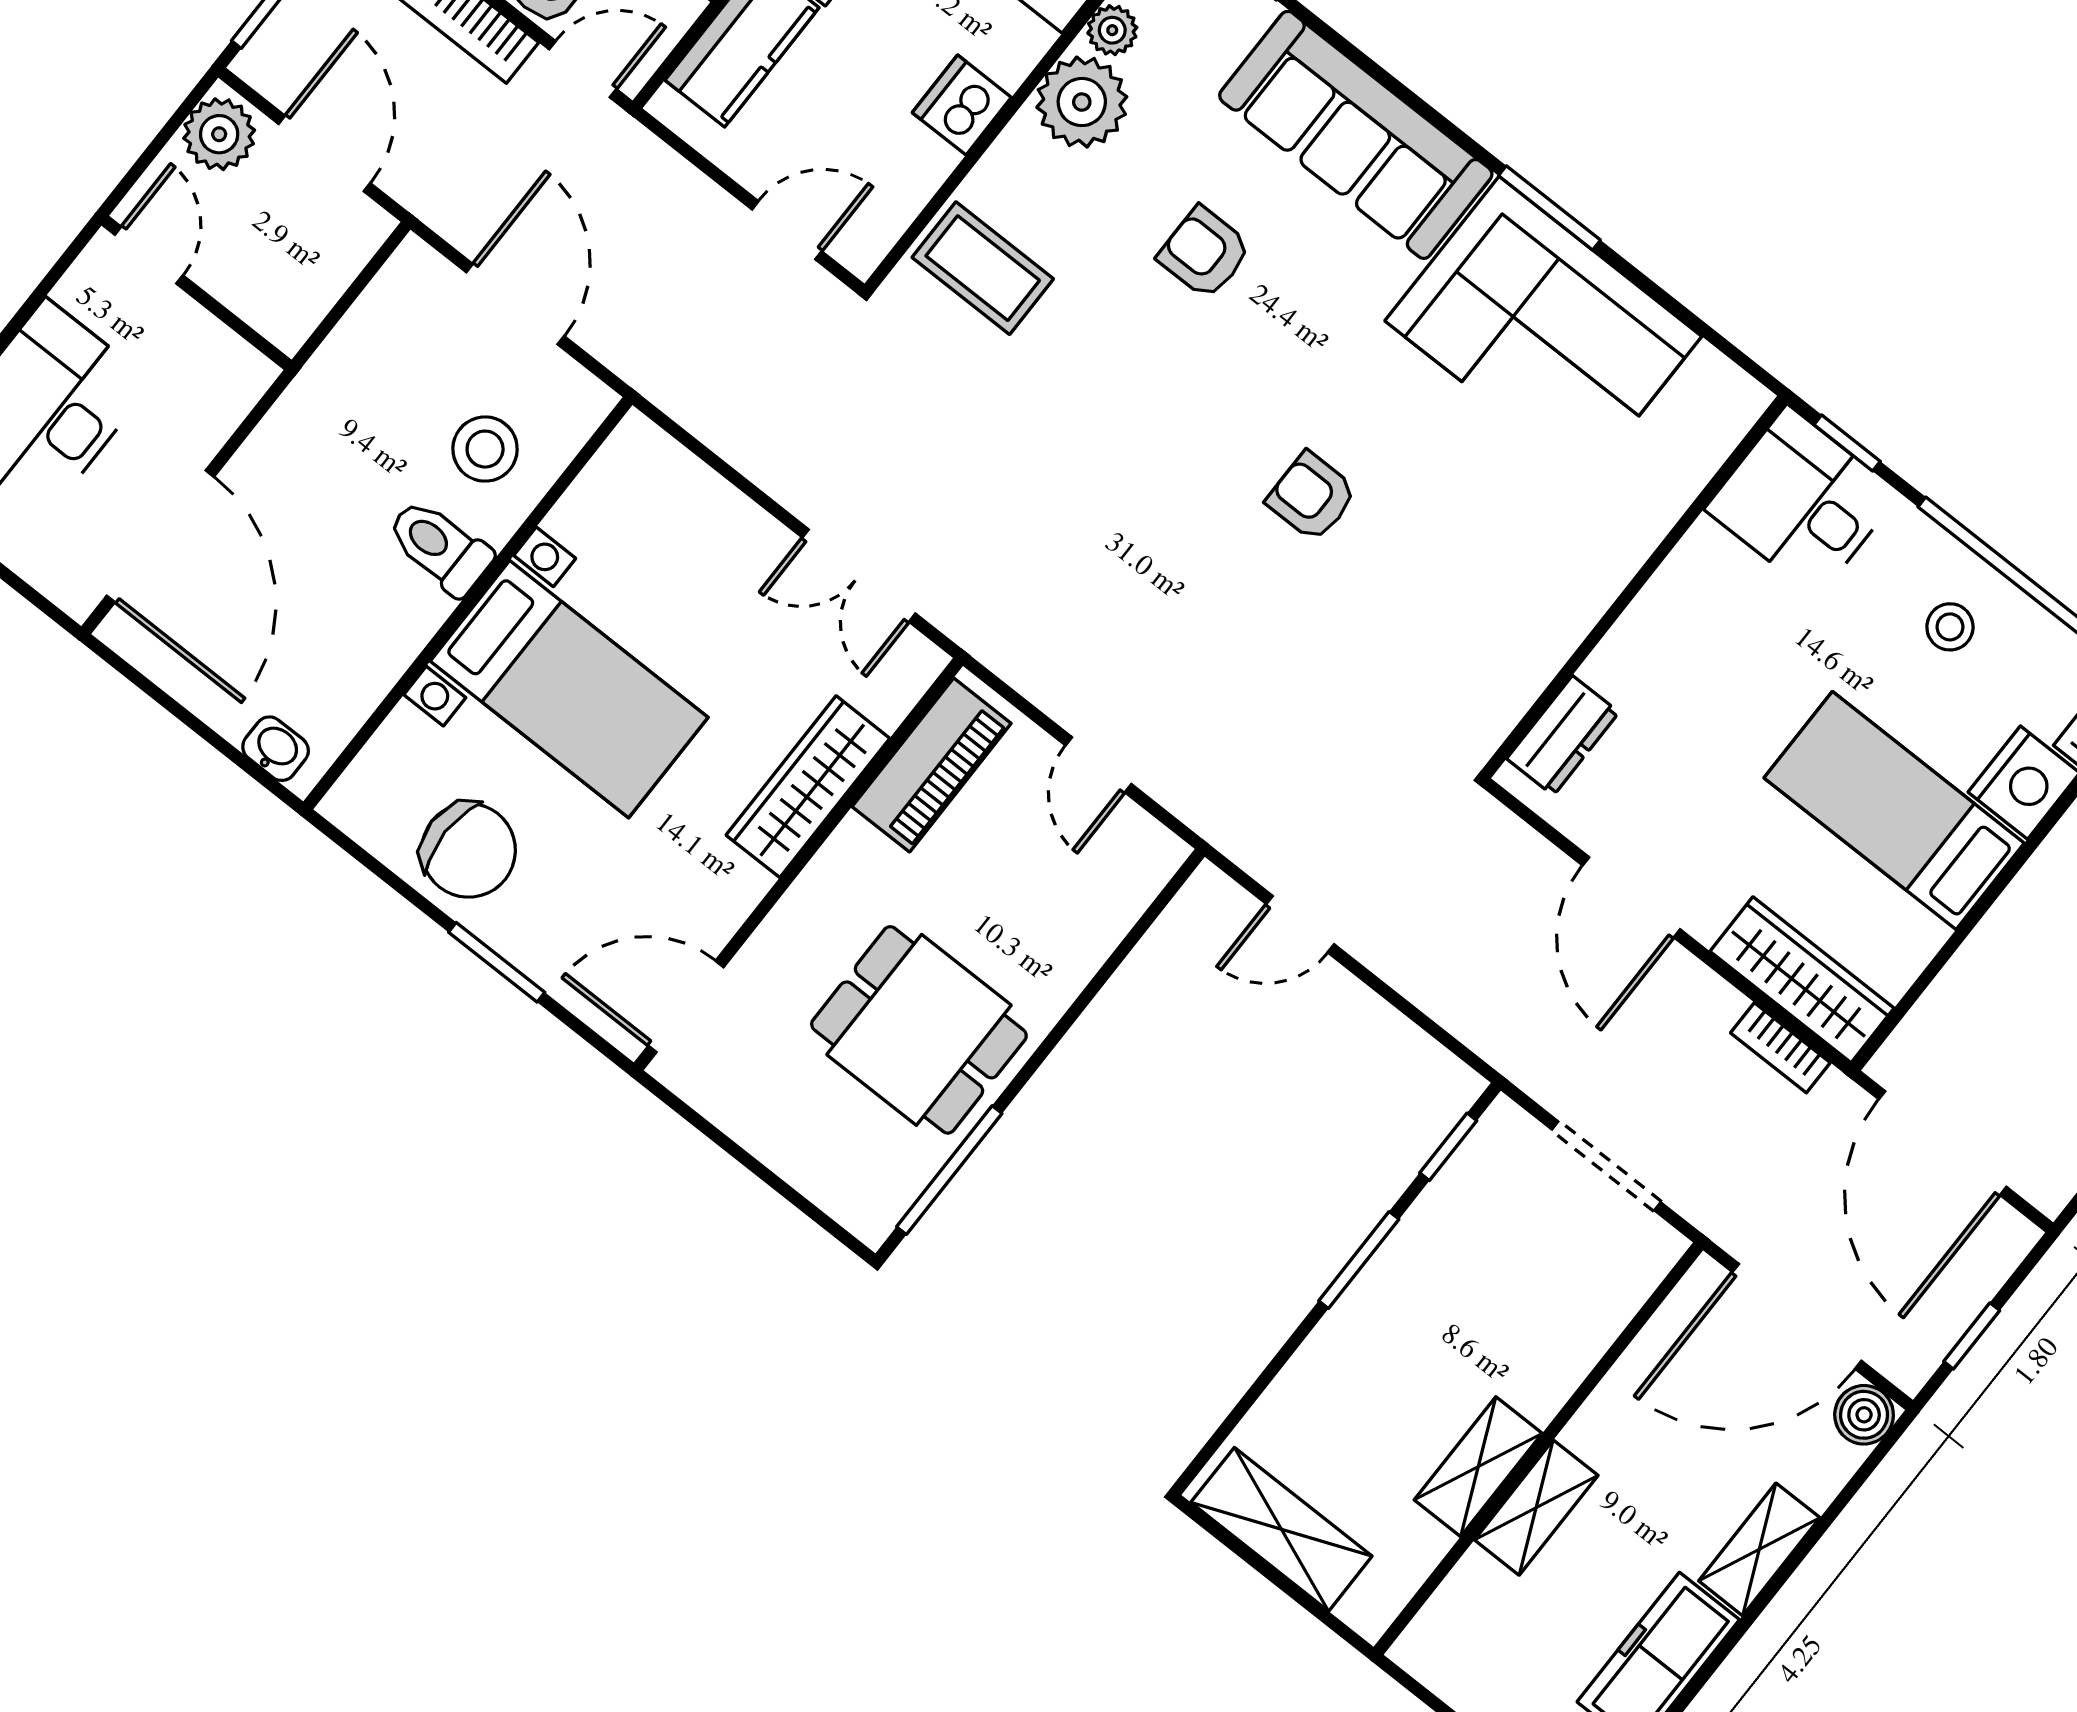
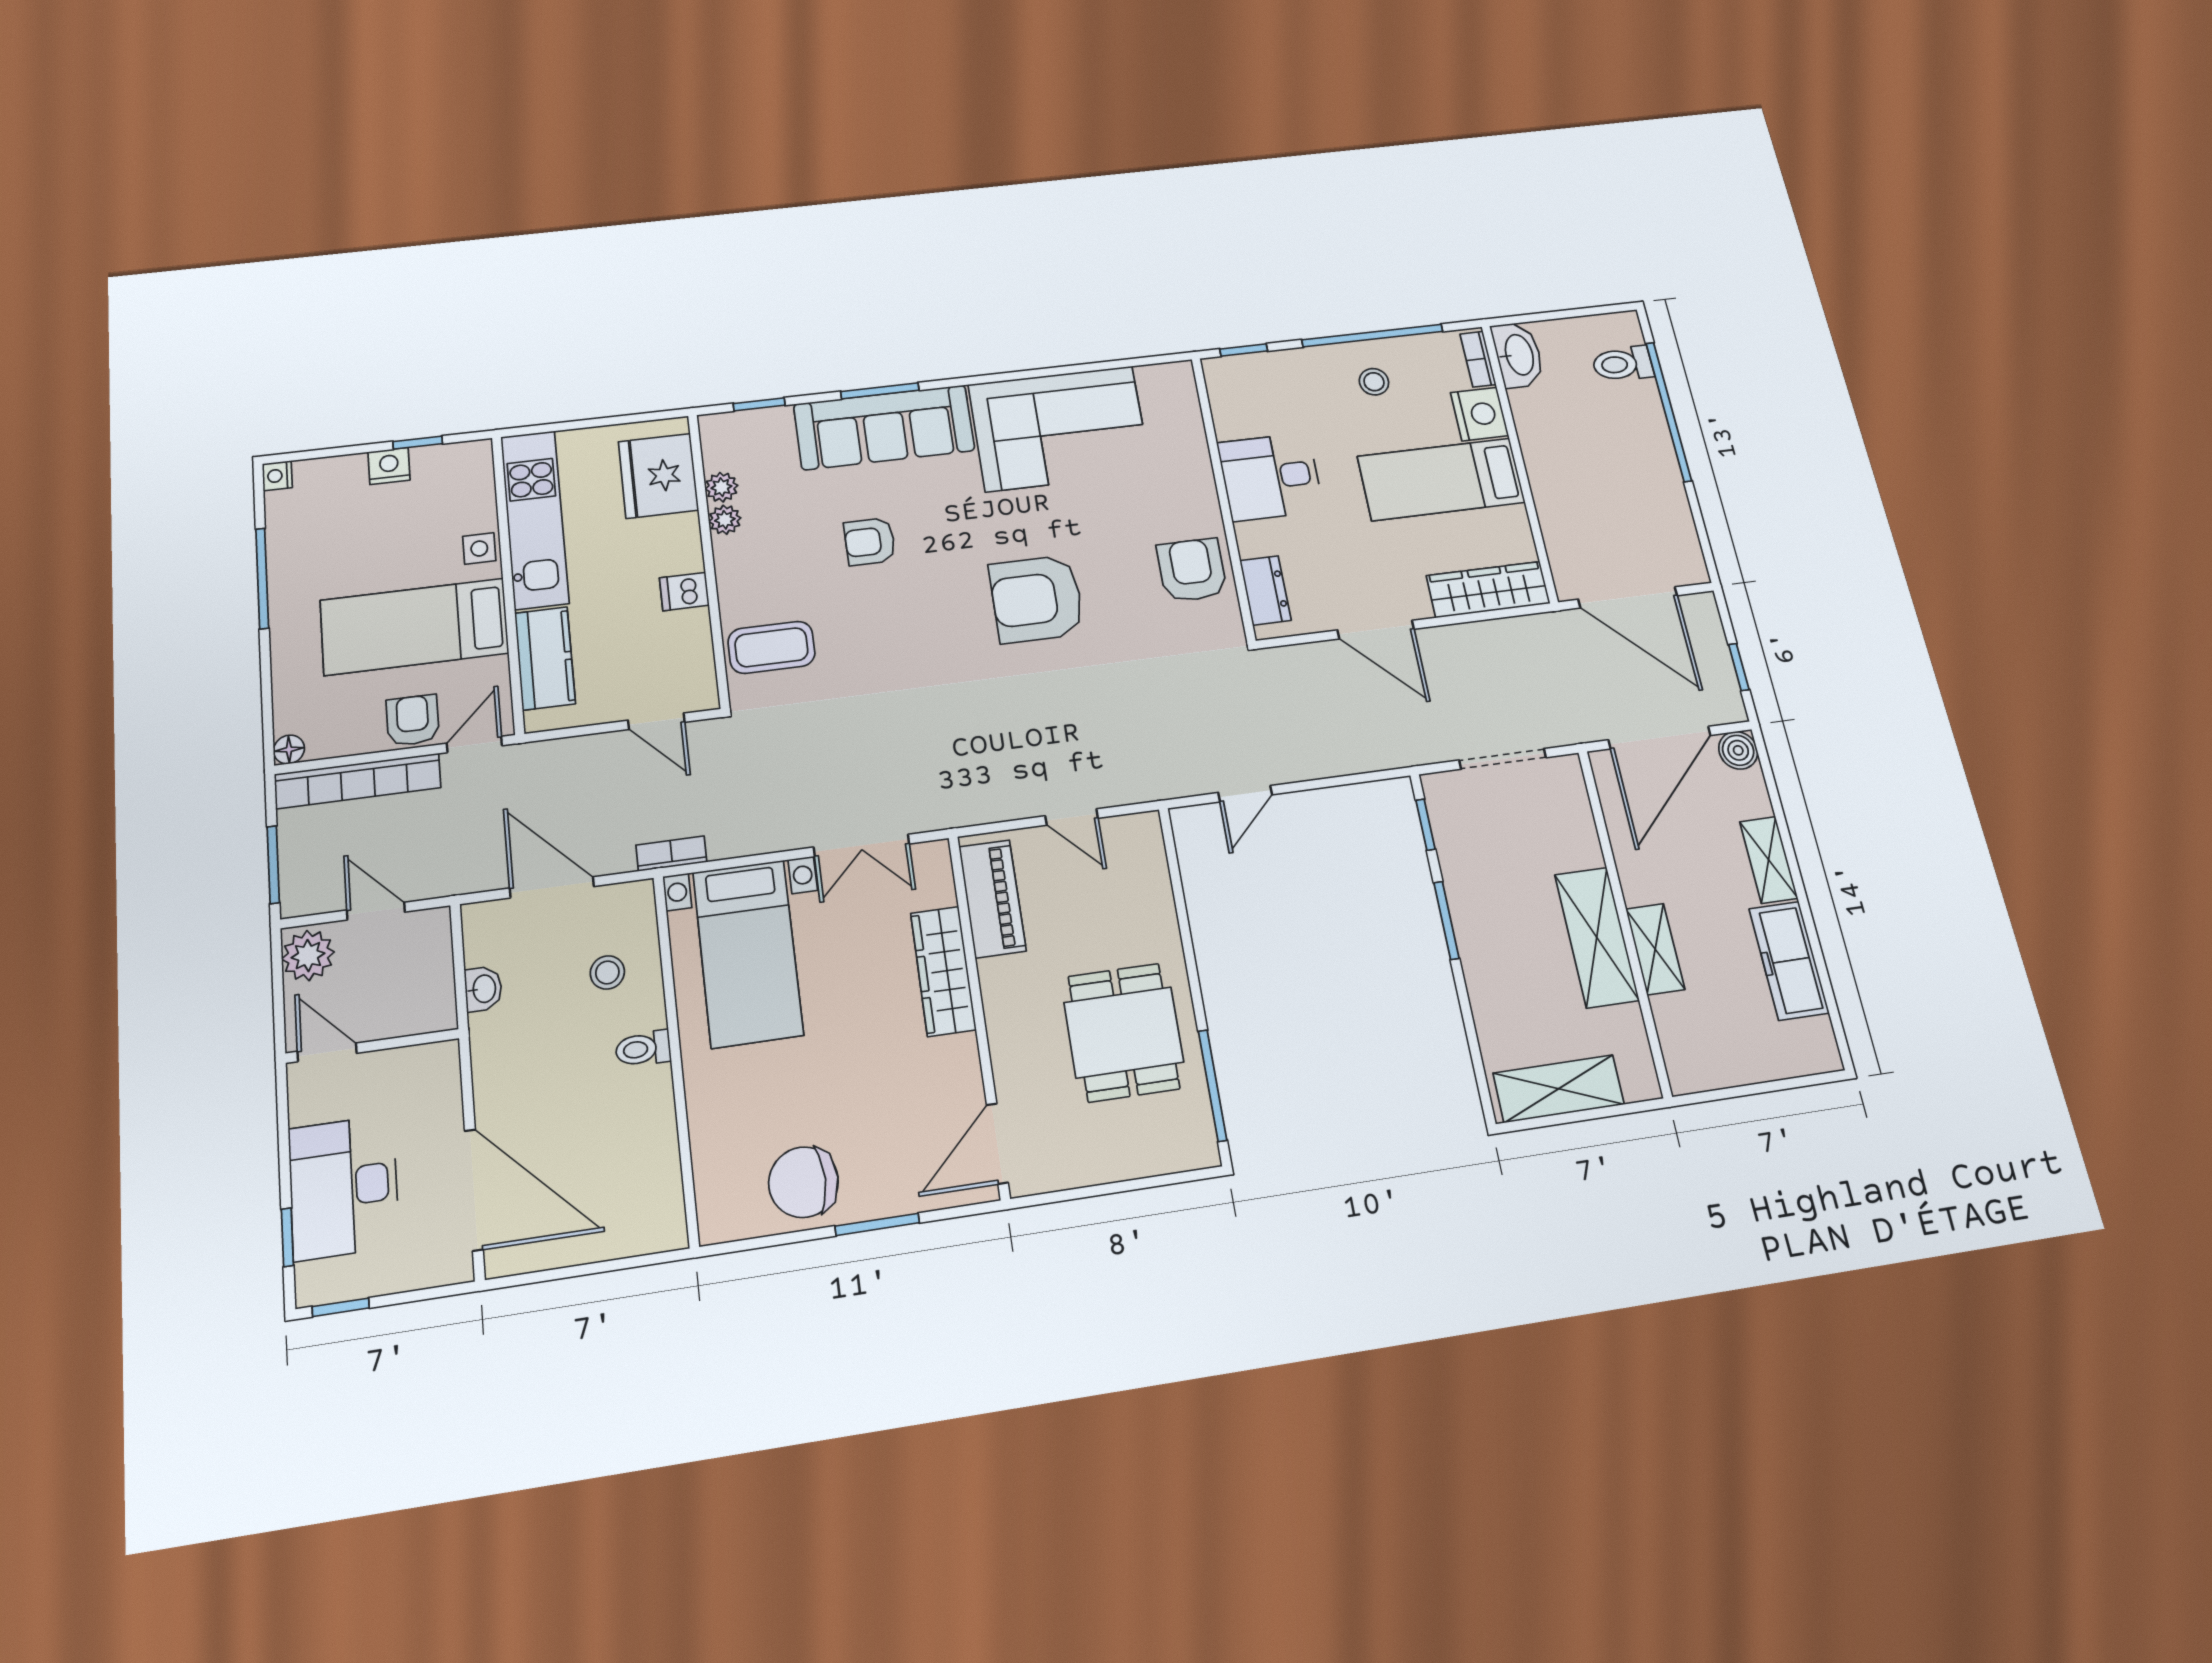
plant: (1082, 102) -> (725, 520), width x0.53, depth x0.53
dishwasher: (962, 105) -> (684, 592), width x0.73
door: (324, 153) -> (376, 911), width x0.73
window: (1549, 208) -> (880, 391), moved
door: (787, 230) -> (656, 721), swing flipped
stool: (485, 449) -> (607, 972), width x0.73, depth x0.73
armchair: (1312, 497) -> (1037, 599), width x1.88, depth x1.88
desk: (1802, 501) -> (1270, 477), moved
toilet: (440, 547) -> (643, 1049), width x0.73, depth x0.72
armchair: (1510, 633) -> (1192, 570), added
bed with nightstands: (569, 689) -> (748, 953), moved, turned 90
washbasin: (276, 749) -> (483, 989), moved, turned 90
chair: (469, 850) -> (803, 1182), turned 180
dining table: (919, 1030) -> (1124, 1032), turned 90
bookcase: (1780, 1048) -> (671, 854), moved, turned 180
shelving: (1478, 1467) -> (1597, 937), width x1.50, depth x1.33

